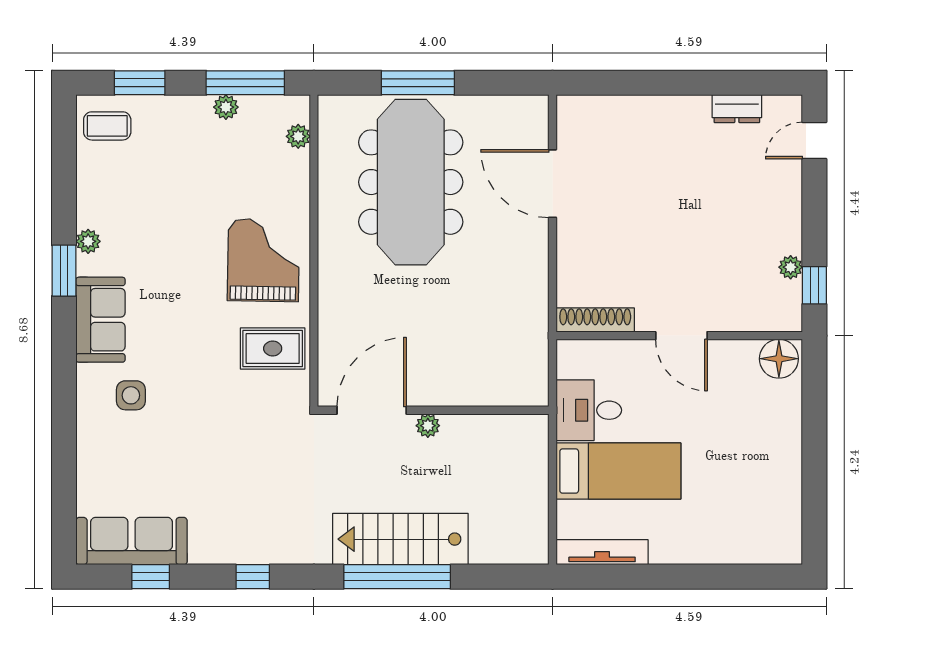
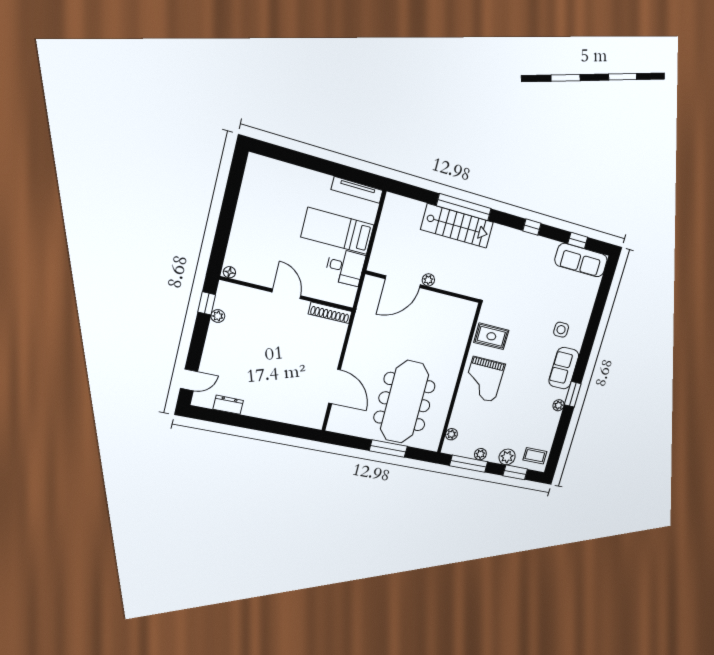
plant: (167, 112) -> (507, 457), added
floor lamp: (779, 359) -> (229, 272), width x0.53, depth x0.53
door: (372, 410) -> (403, 282), moved

